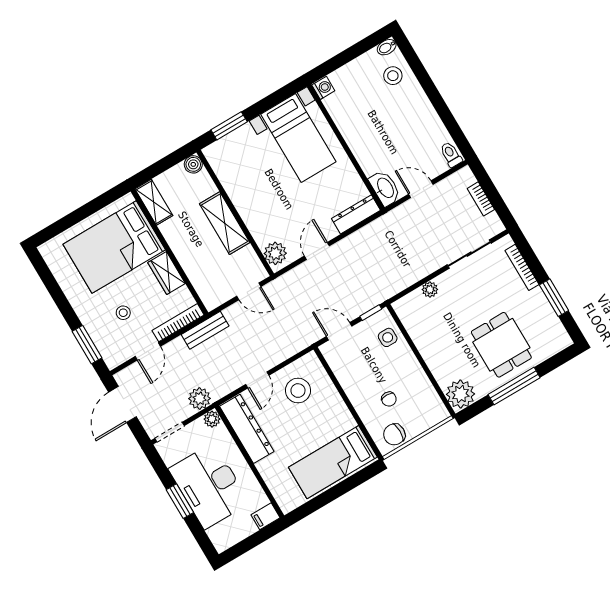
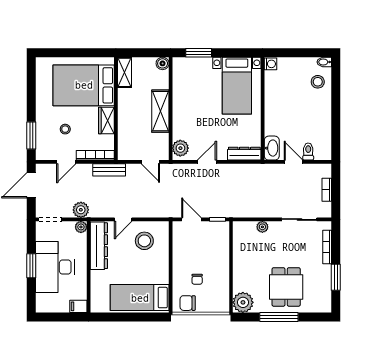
toilet: (451, 155) -> (308, 151), moved
side table: (388, 337) -> (219, 241), removed

